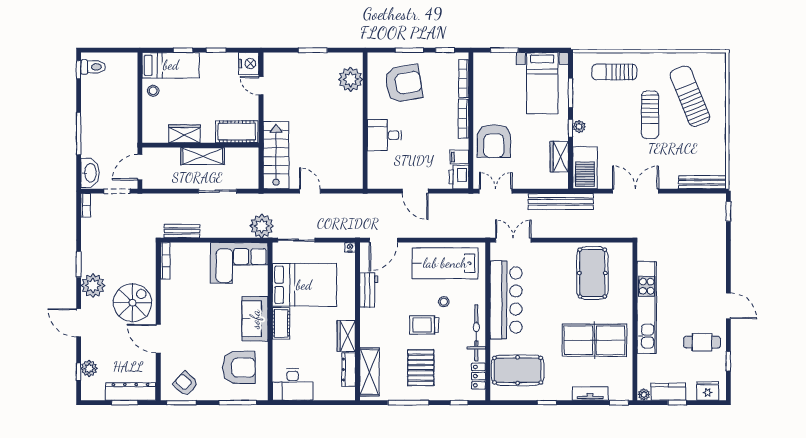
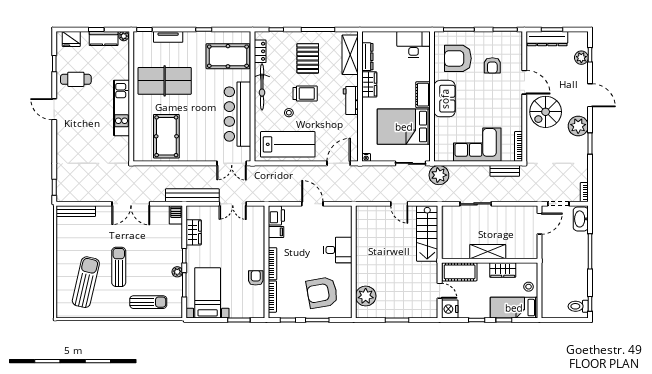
sun lounger: (690, 96) -> (86, 282), turned -145
plant: (579, 127) -> (177, 272), moved
cot: (237, 132) -> (460, 272), moved
wardrobe: (184, 134) -> (503, 270), moved
armchair: (494, 141) -> (256, 278), moved, width x0.53, depth x0.53
wall: (200, 145) -> (490, 261), moved
shelving: (203, 156) -> (488, 252), moved
barbecue: (585, 168) -> (176, 215), width x0.53, depth x0.65
double door: (496, 191) -> (233, 204), moved
corner sofa: (239, 263) -> (477, 145), moved
workbench: (369, 290) -> (351, 100), moved
kitchen unit: (647, 307) -> (121, 108), width x0.73
armchair: (186, 384) -> (492, 65), moved, turned 48

